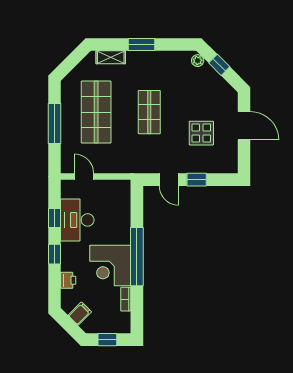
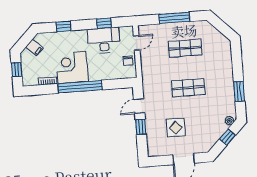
window: (142, 44) -> (239, 91), moved
shelving: (111, 57) -> (227, 56), removed
shop shelf: (96, 112) -> (185, 48), width x0.70, depth x0.74
chair: (107, 190) -> (128, 61), added
window: (55, 254) -> (63, 26), moved
printer: (68, 280) -> (59, 37), removed

